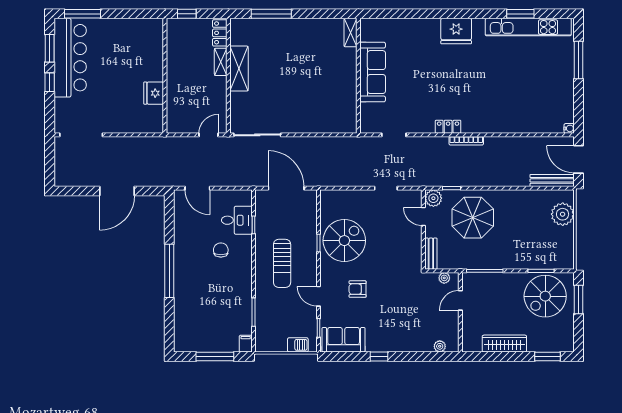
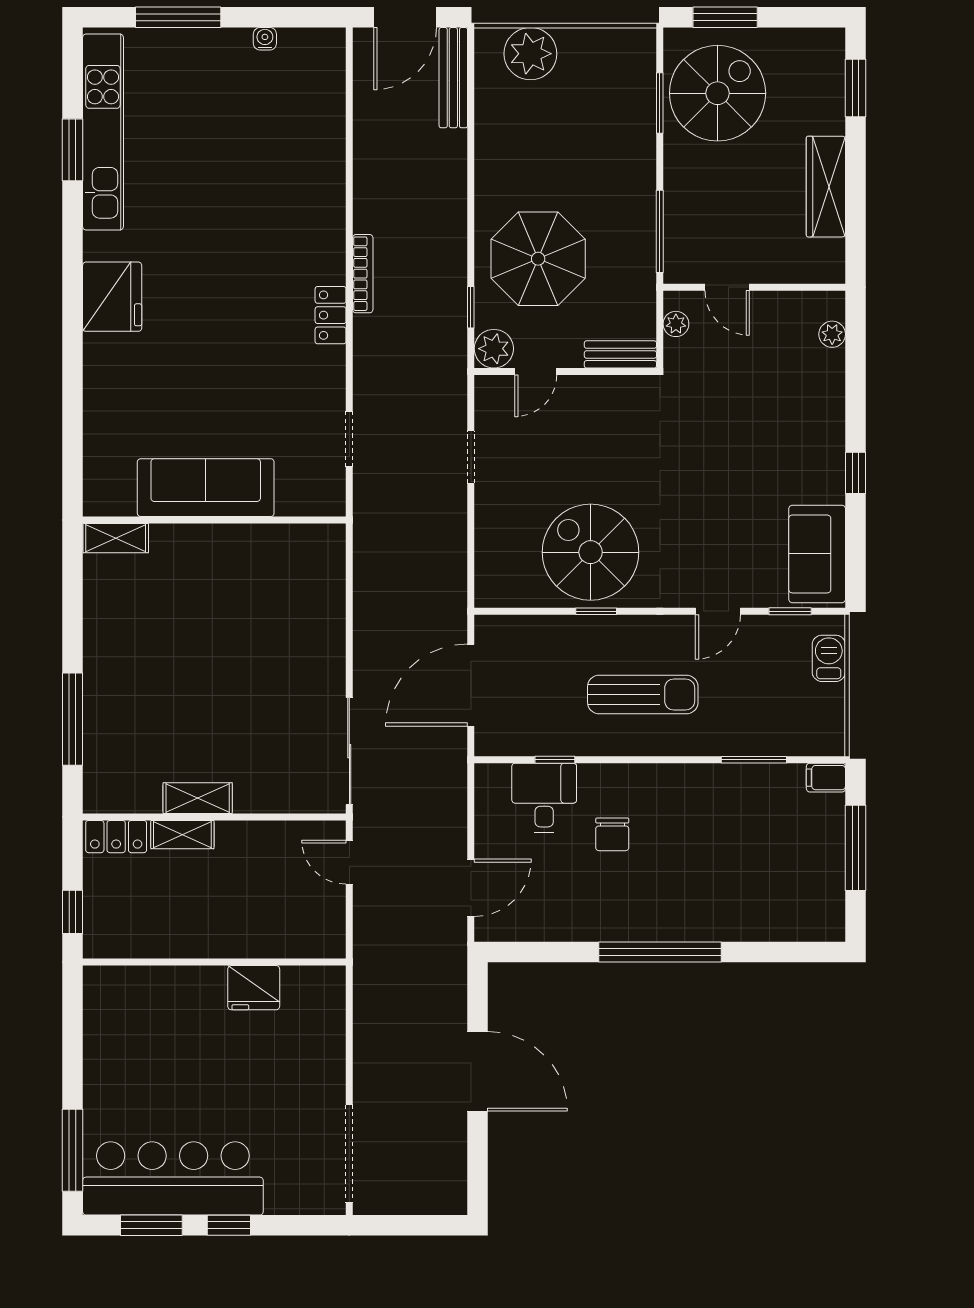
shelving: (239, 69) -> (198, 798), width x0.67, depth x0.75
water cooler: (569, 128) -> (265, 39), moved
chair: (221, 250) -> (612, 834), turned -90
armchair: (358, 289) -> (701, 522), removed
spiral stairs: (545, 296) -> (718, 93), turned -90

